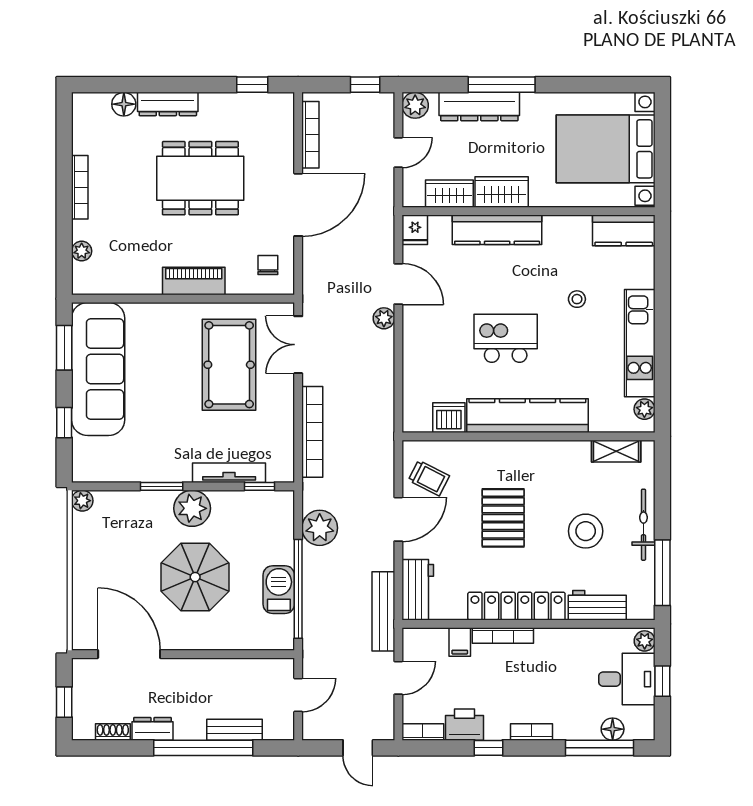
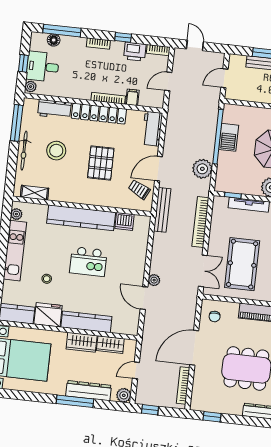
fridge: (415, 230) -> (48, 315), moved, width x1.88, depth x1.34
bench: (383, 611) -> (162, 210), moved

